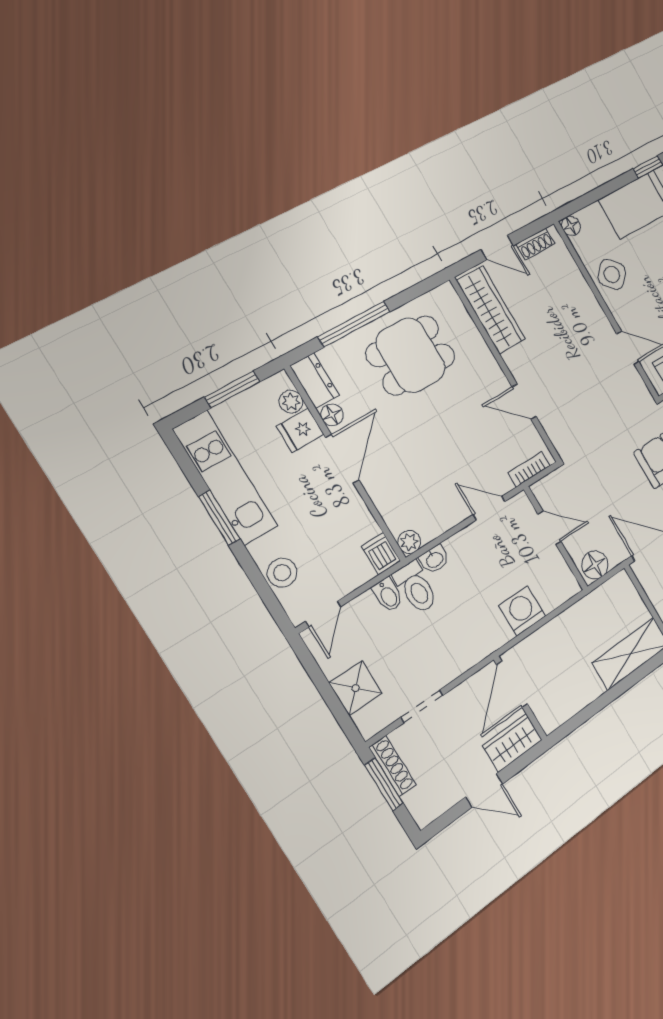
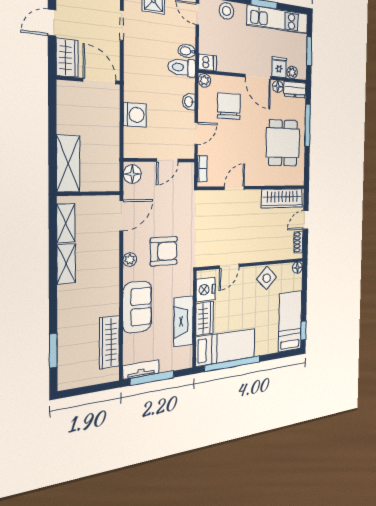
chair: (419, 481) -> (229, 106), added
washbasin: (434, 559) -> (189, 102), moved

